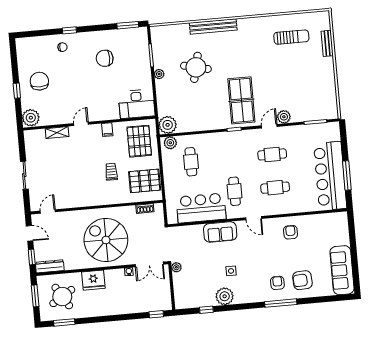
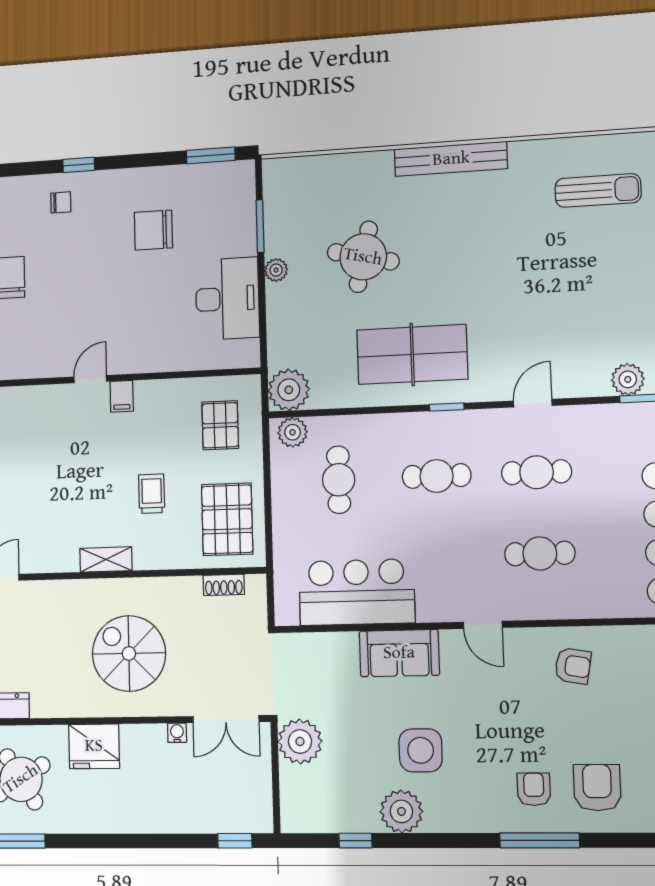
bench: (213, 26) -> (451, 159), moved
table tennis table: (241, 100) -> (412, 354), moved, turned 90
desk: (137, 104) -> (227, 299), moved, turned -90
plant: (284, 117) -> (628, 379), moved
filing cabinet: (107, 130) -> (122, 396), moved
shelving: (57, 133) -> (106, 559), moved
pallet: (139, 141) -> (220, 425), width x0.67, depth x0.71
pallet: (145, 181) -> (227, 519), turned 90
cafe table: (234, 191) -> (437, 476), moved, turned 90
armchair: (291, 232) -> (573, 666), turned 100
spiral stairs: (106, 240) -> (129, 653), width x0.73, depth x0.73
plant: (176, 267) -> (300, 741), width x1.88, depth x1.88
side table: (231, 271) -> (421, 750), width x1.87, depth x1.87
armchair: (302, 280) -> (597, 788), turned 93

